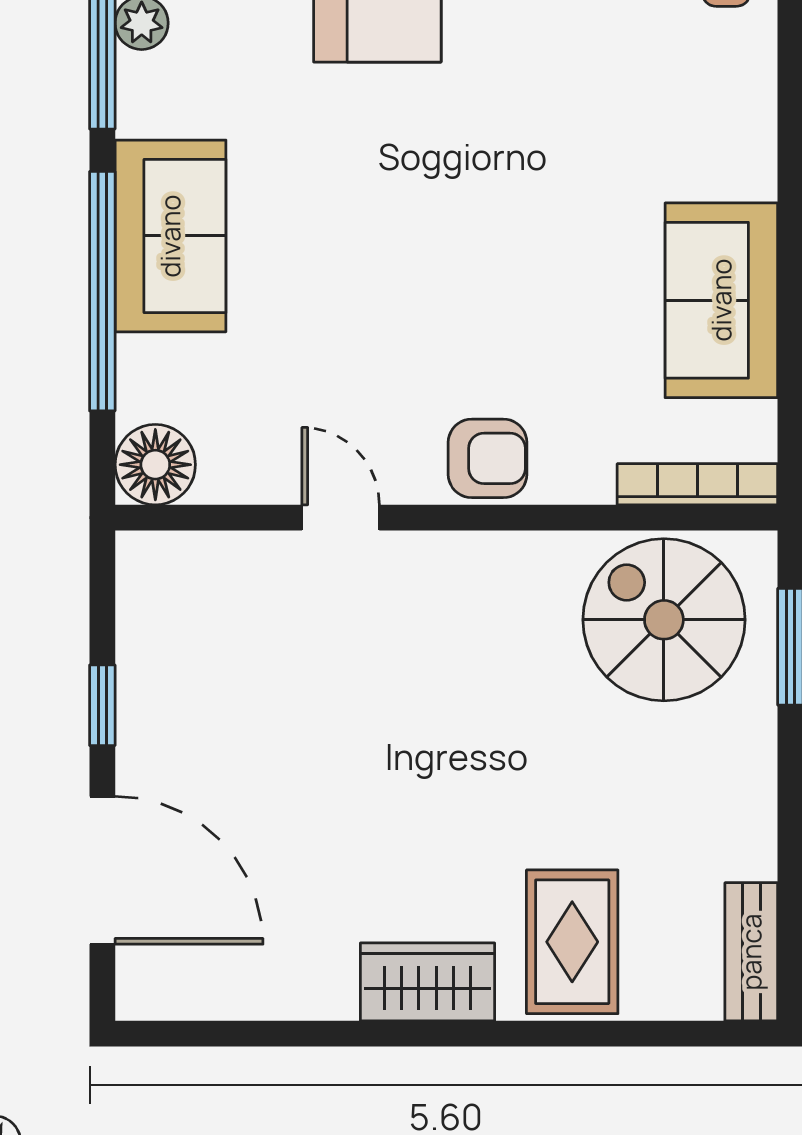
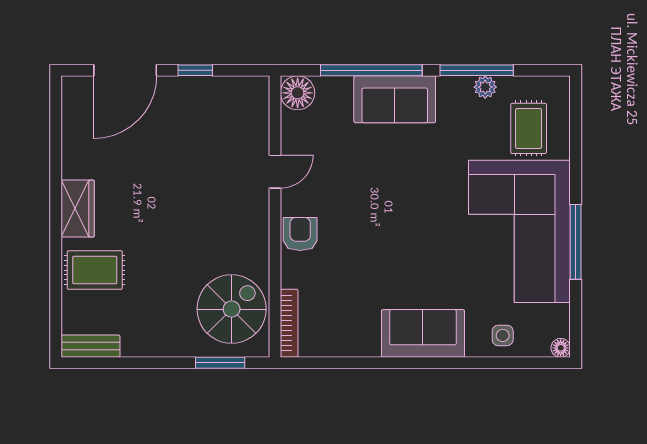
sofa: (721, 300) -> (423, 333), moved
armchair: (488, 458) -> (300, 234), turned 180

